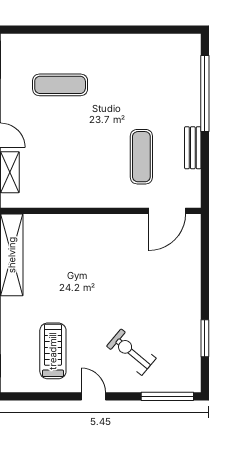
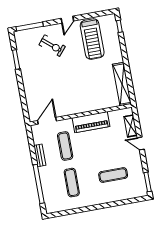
exercise mat: (141, 85) -> (72, 183), added
piano: (84, 193) -> (91, 122), added
treadmill: (53, 351) -> (92, 39), width x1.37, depth x1.38
door: (93, 396) -> (67, 20), hinge flipped

